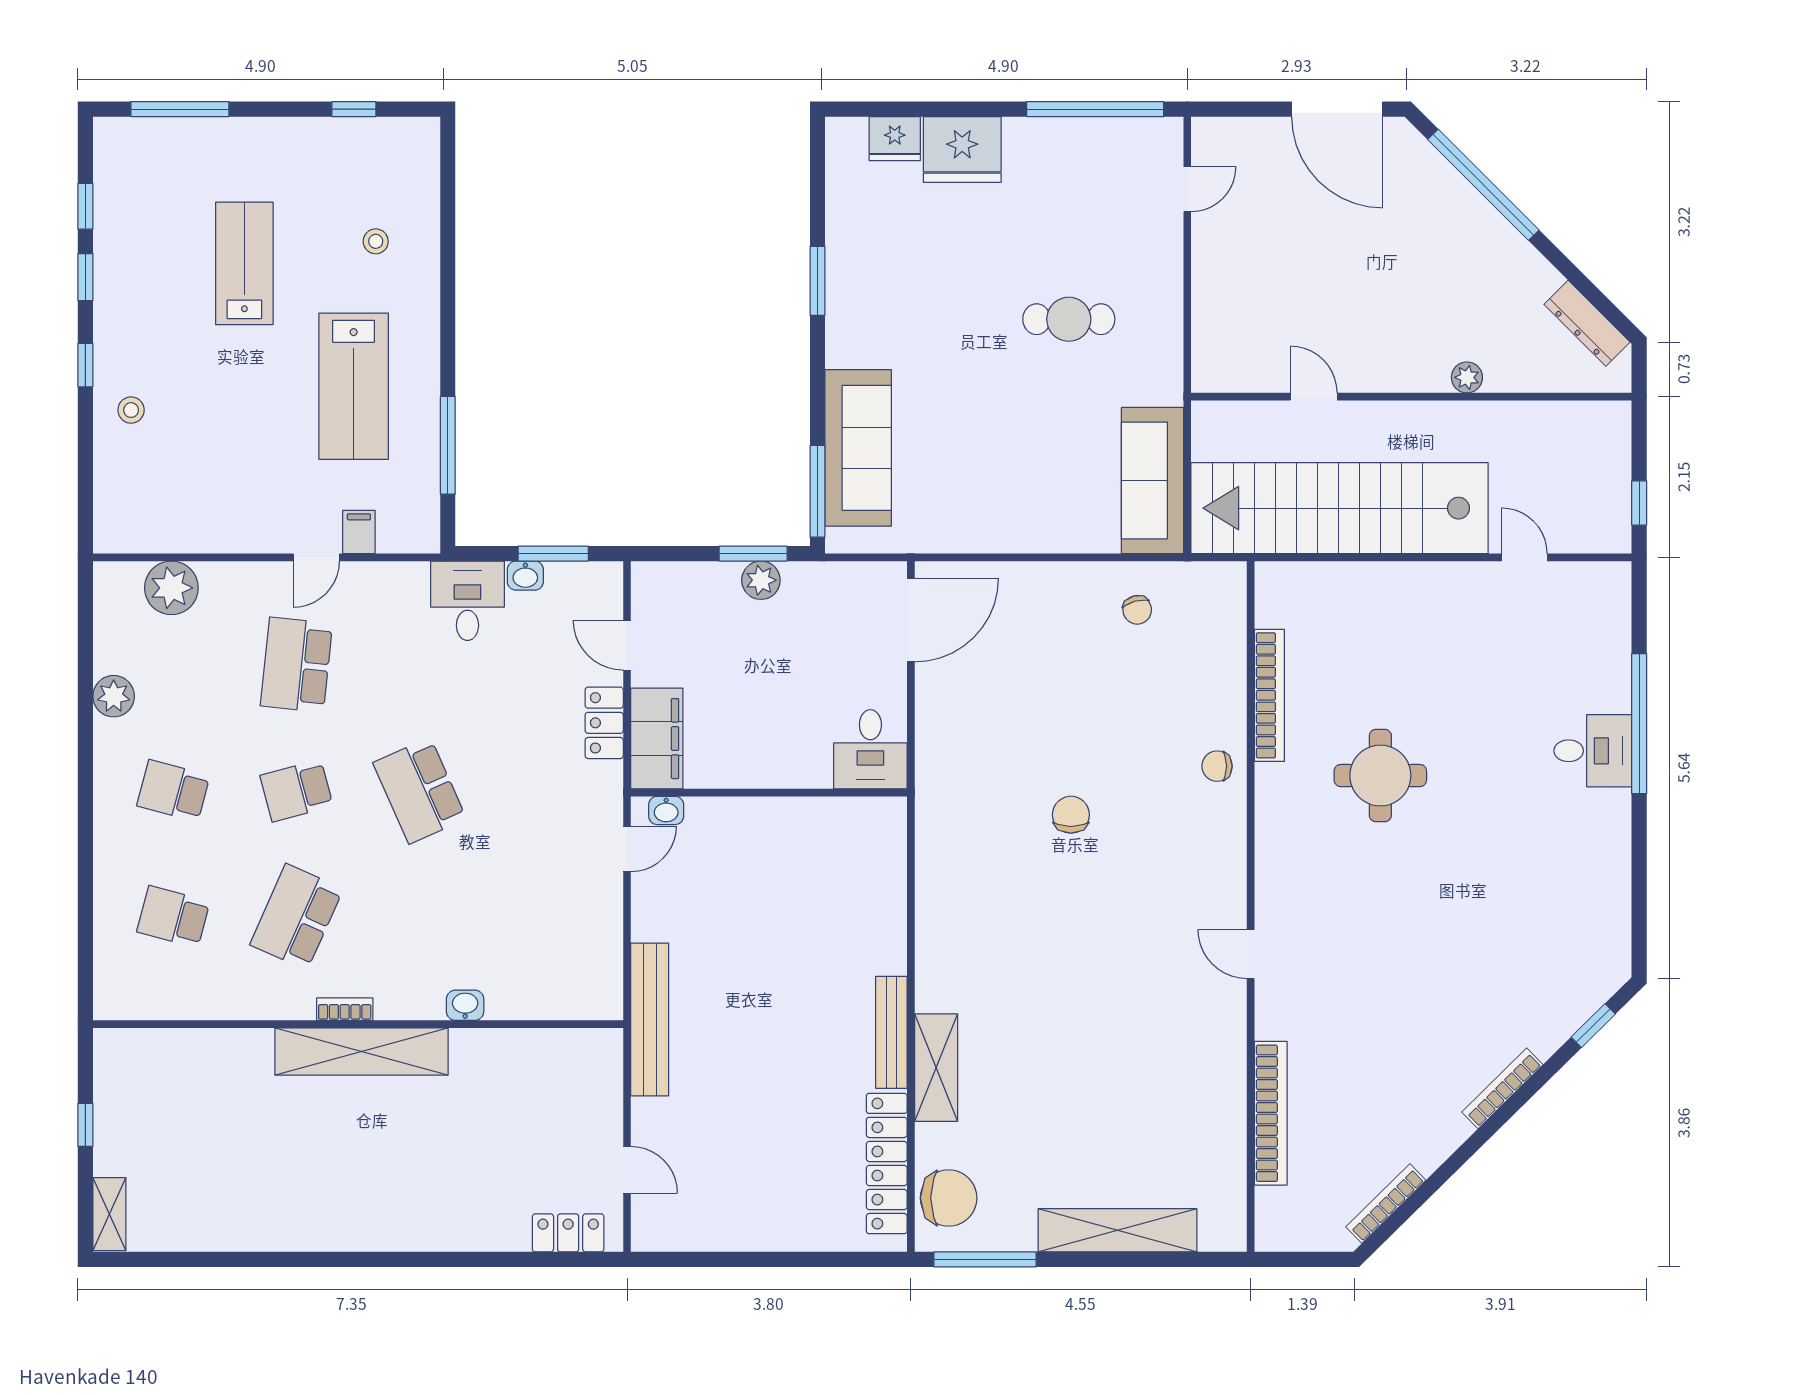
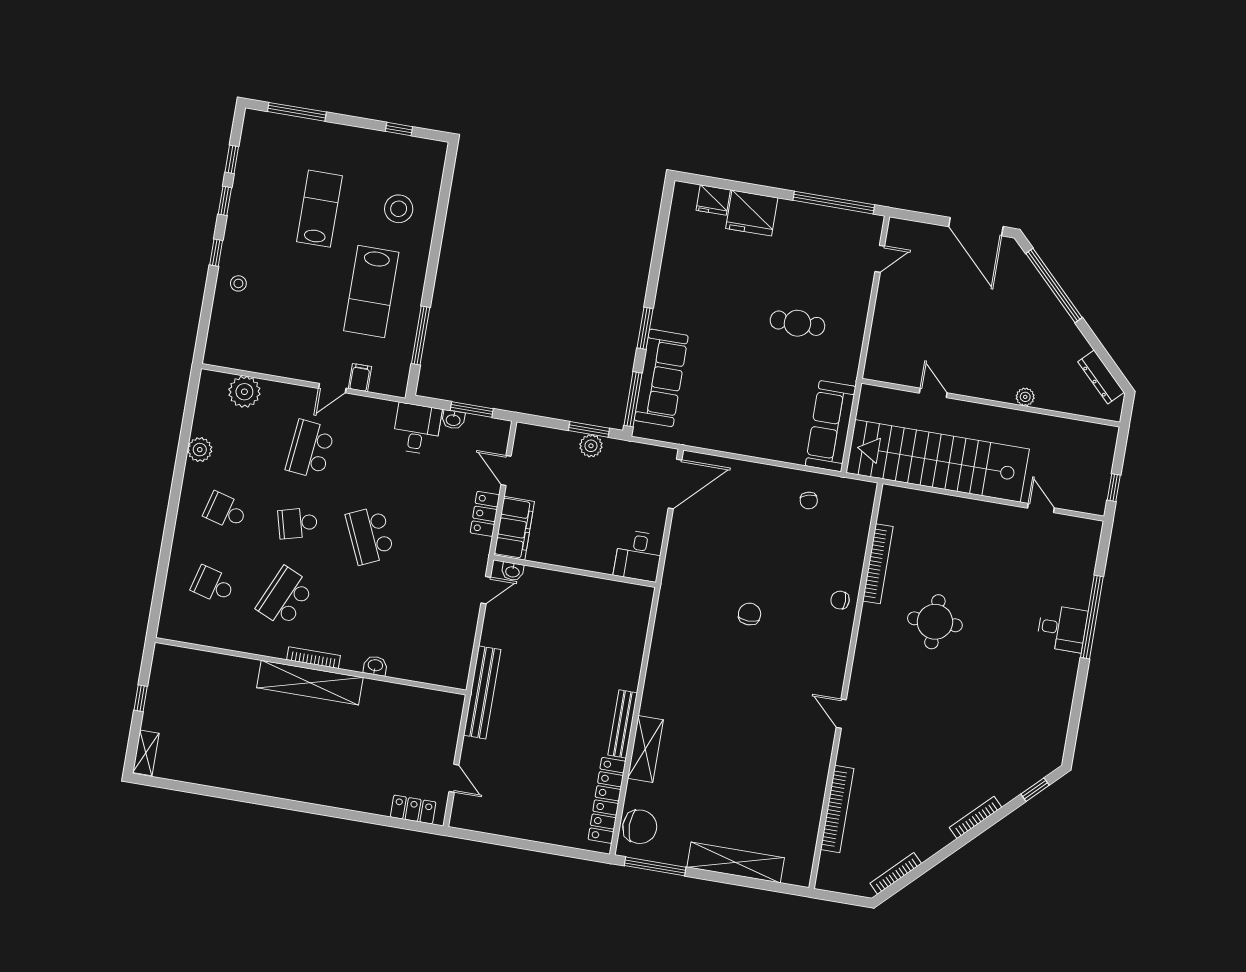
stool: (376, 241) -> (399, 209), width x1.89, depth x1.89
window: (817, 281) -> (645, 328), moved
bookcase: (345, 1009) -> (314, 658), width x1.56

